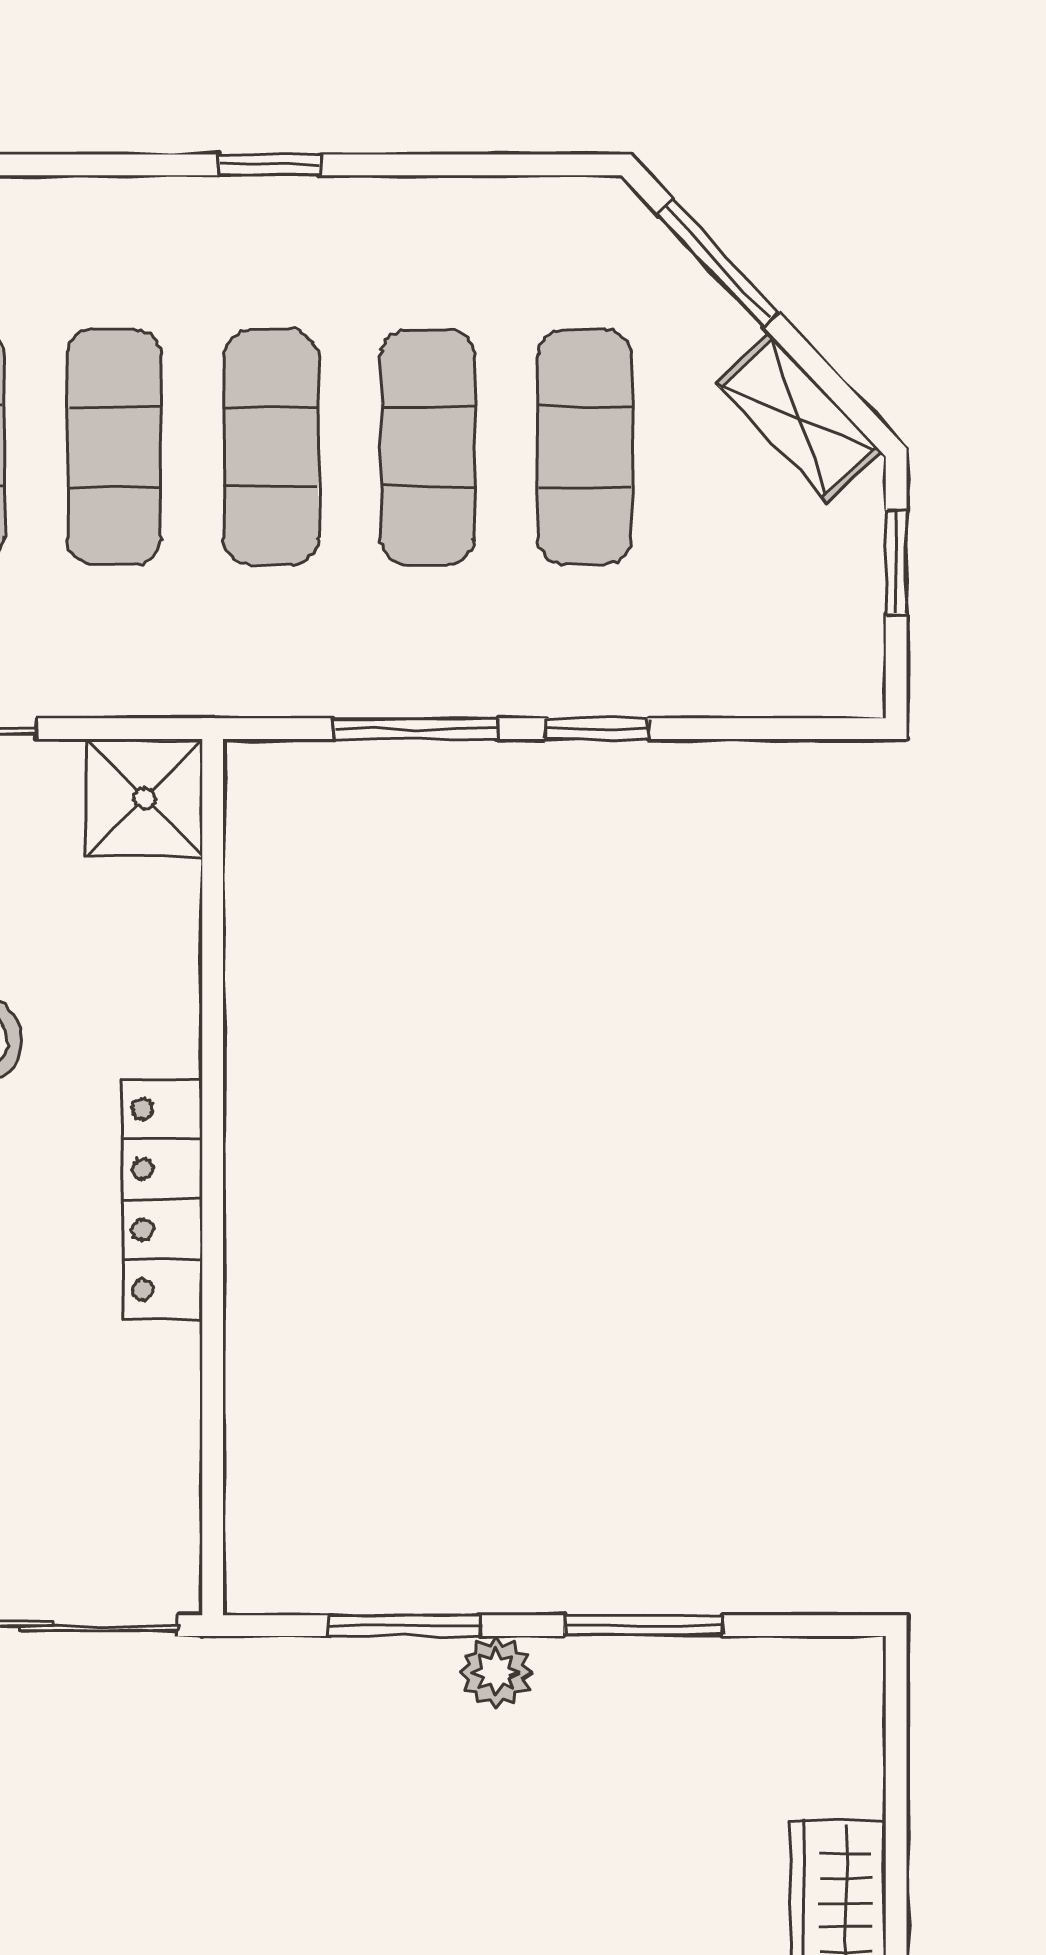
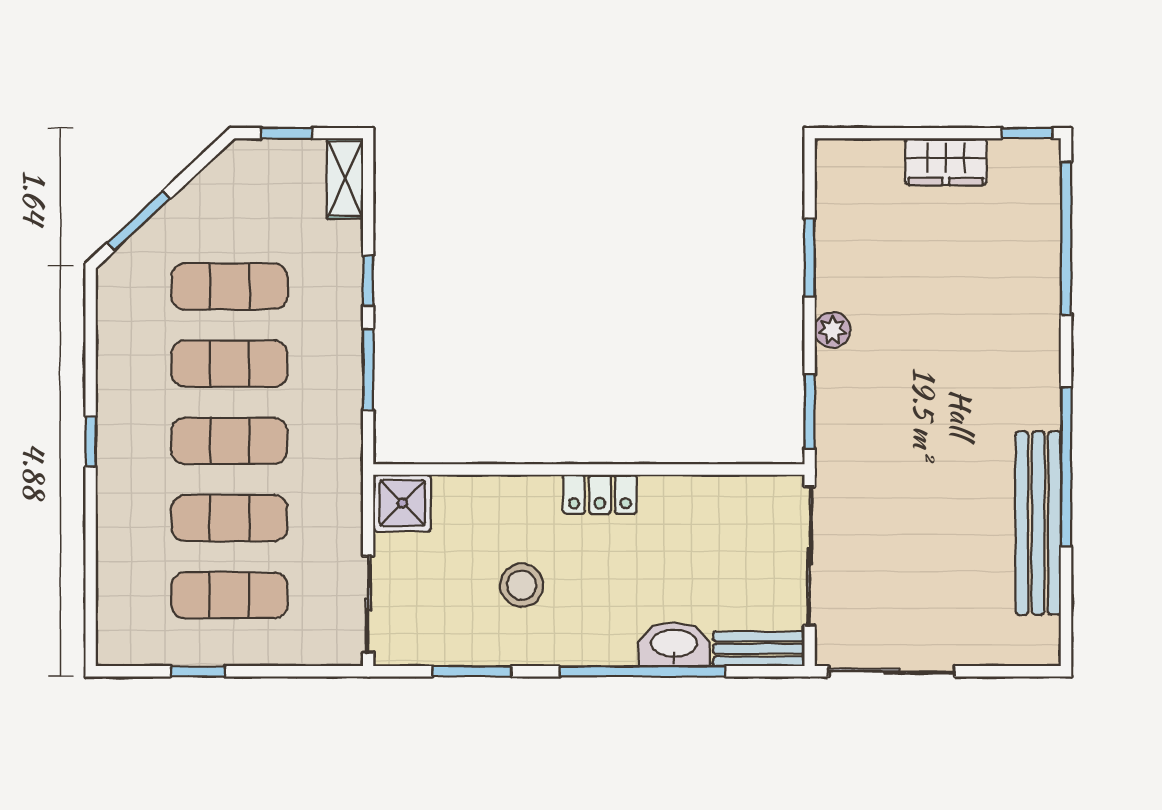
shelving: (799, 417) -> (345, 178), moved, turned -47
locker: (163, 1199) -> (600, 494), width x0.66
window: (404, 1626) -> (810, 411), moved

